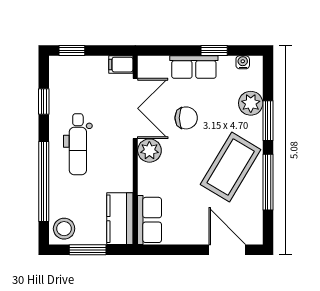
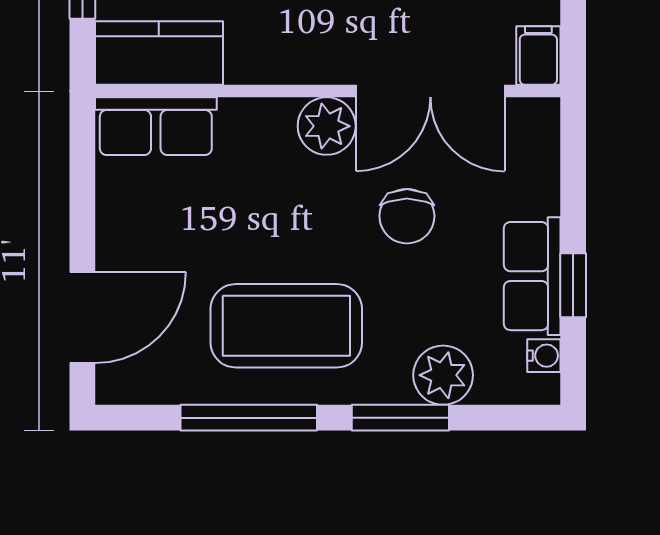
row of seats: (194, 67) -> (532, 276), moved
coffee table: (231, 167) -> (286, 326), turned -31

